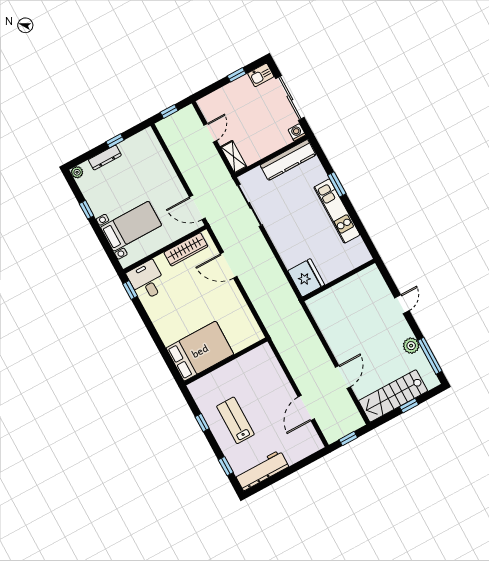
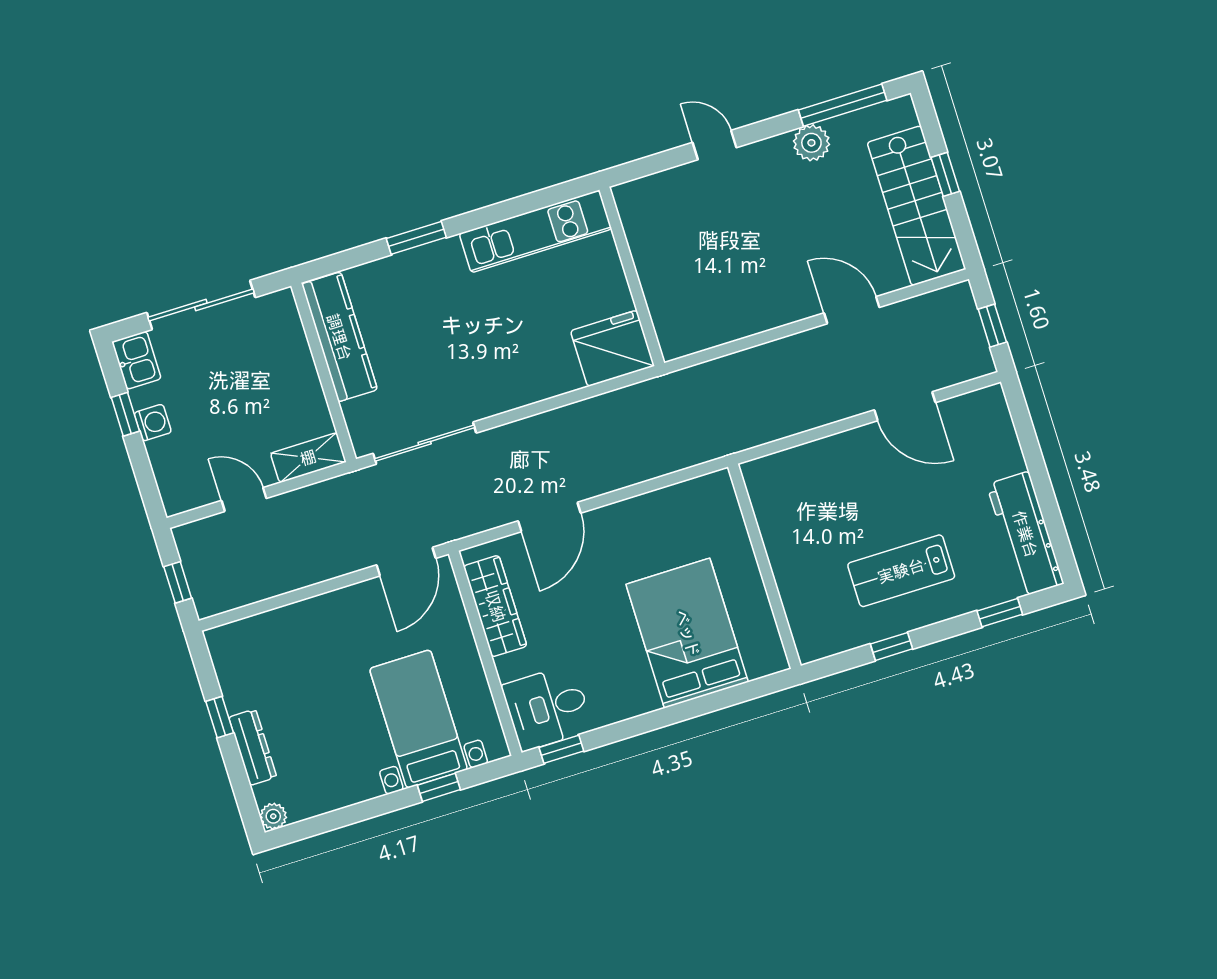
washing machine: (297, 132) -> (153, 423), moved, turned 180
window: (87, 210) -> (439, 787), moved
kitchen unit: (337, 211) -> (535, 231), moved
bed: (200, 351) -> (687, 633), moved

